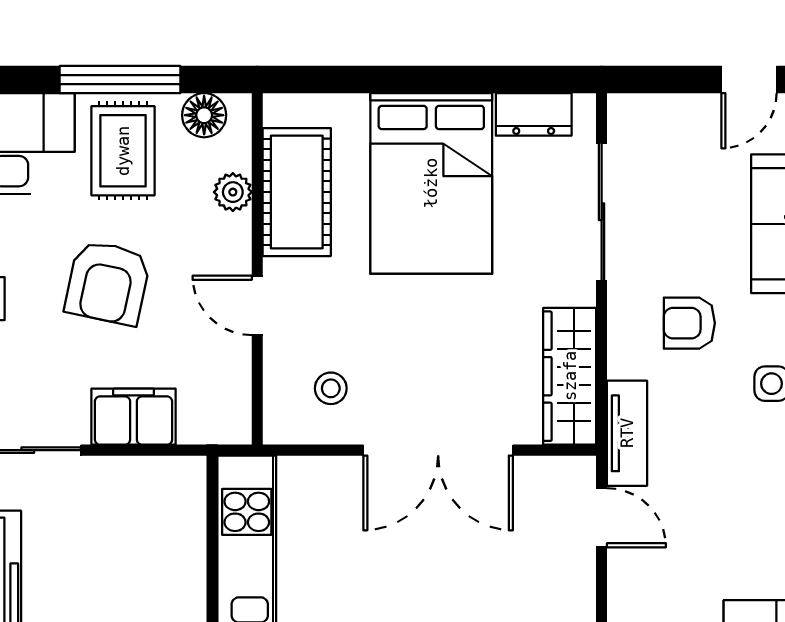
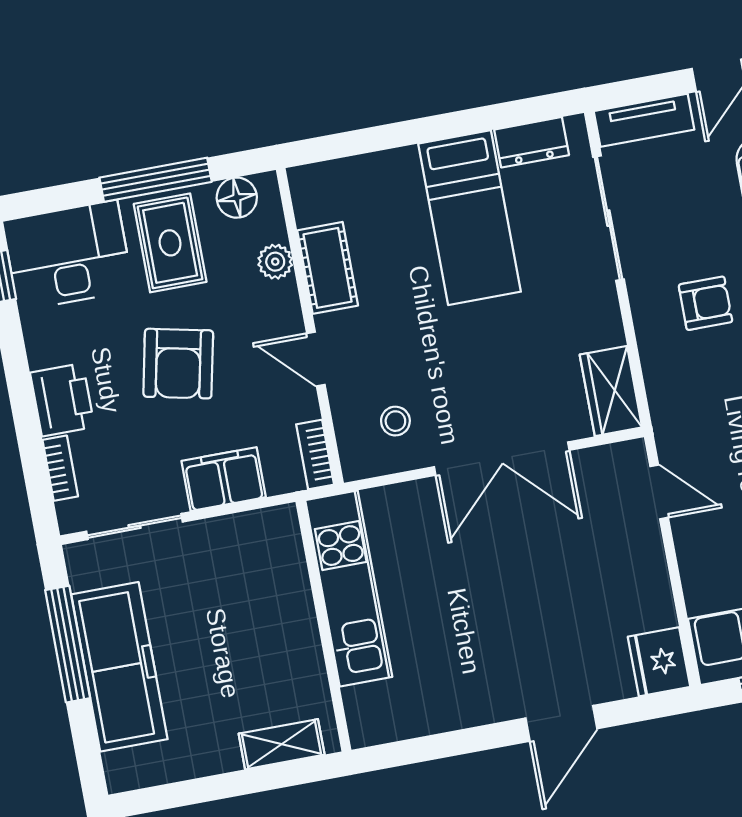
bed: (431, 183) -> (470, 218), width x0.67
cot: (297, 192) -> (328, 268), width x0.73, depth x0.75
armchair: (689, 323) -> (705, 303), turned 180
wardrobe: (570, 376) -> (611, 391), width x0.67
bookcase: (237, 408) -> (315, 454), added
tv unit: (627, 433) -> (644, 120), moved, turned 90

